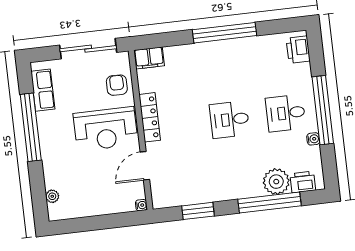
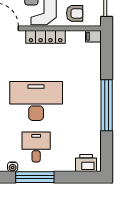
filing cabinet: (149, 58) -> (93, 36), width x0.50
window: (323, 110) -> (35, 177), width x0.68
desk: (230, 120) -> (36, 101), width x1.87, depth x1.30

